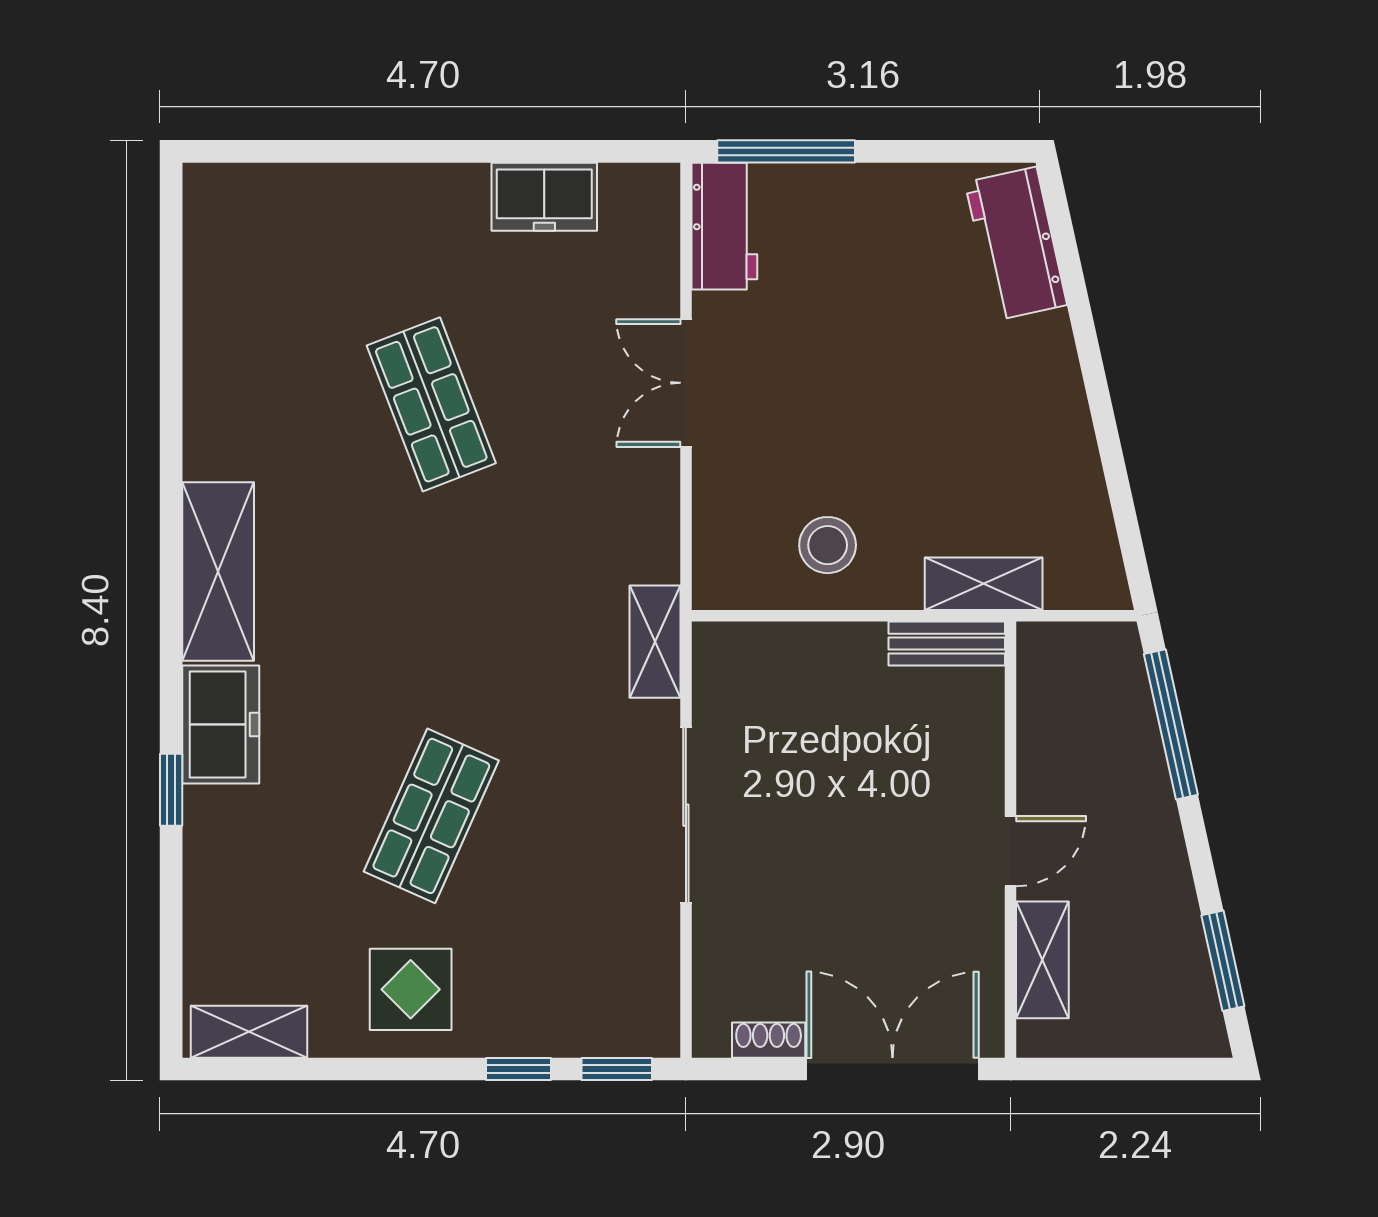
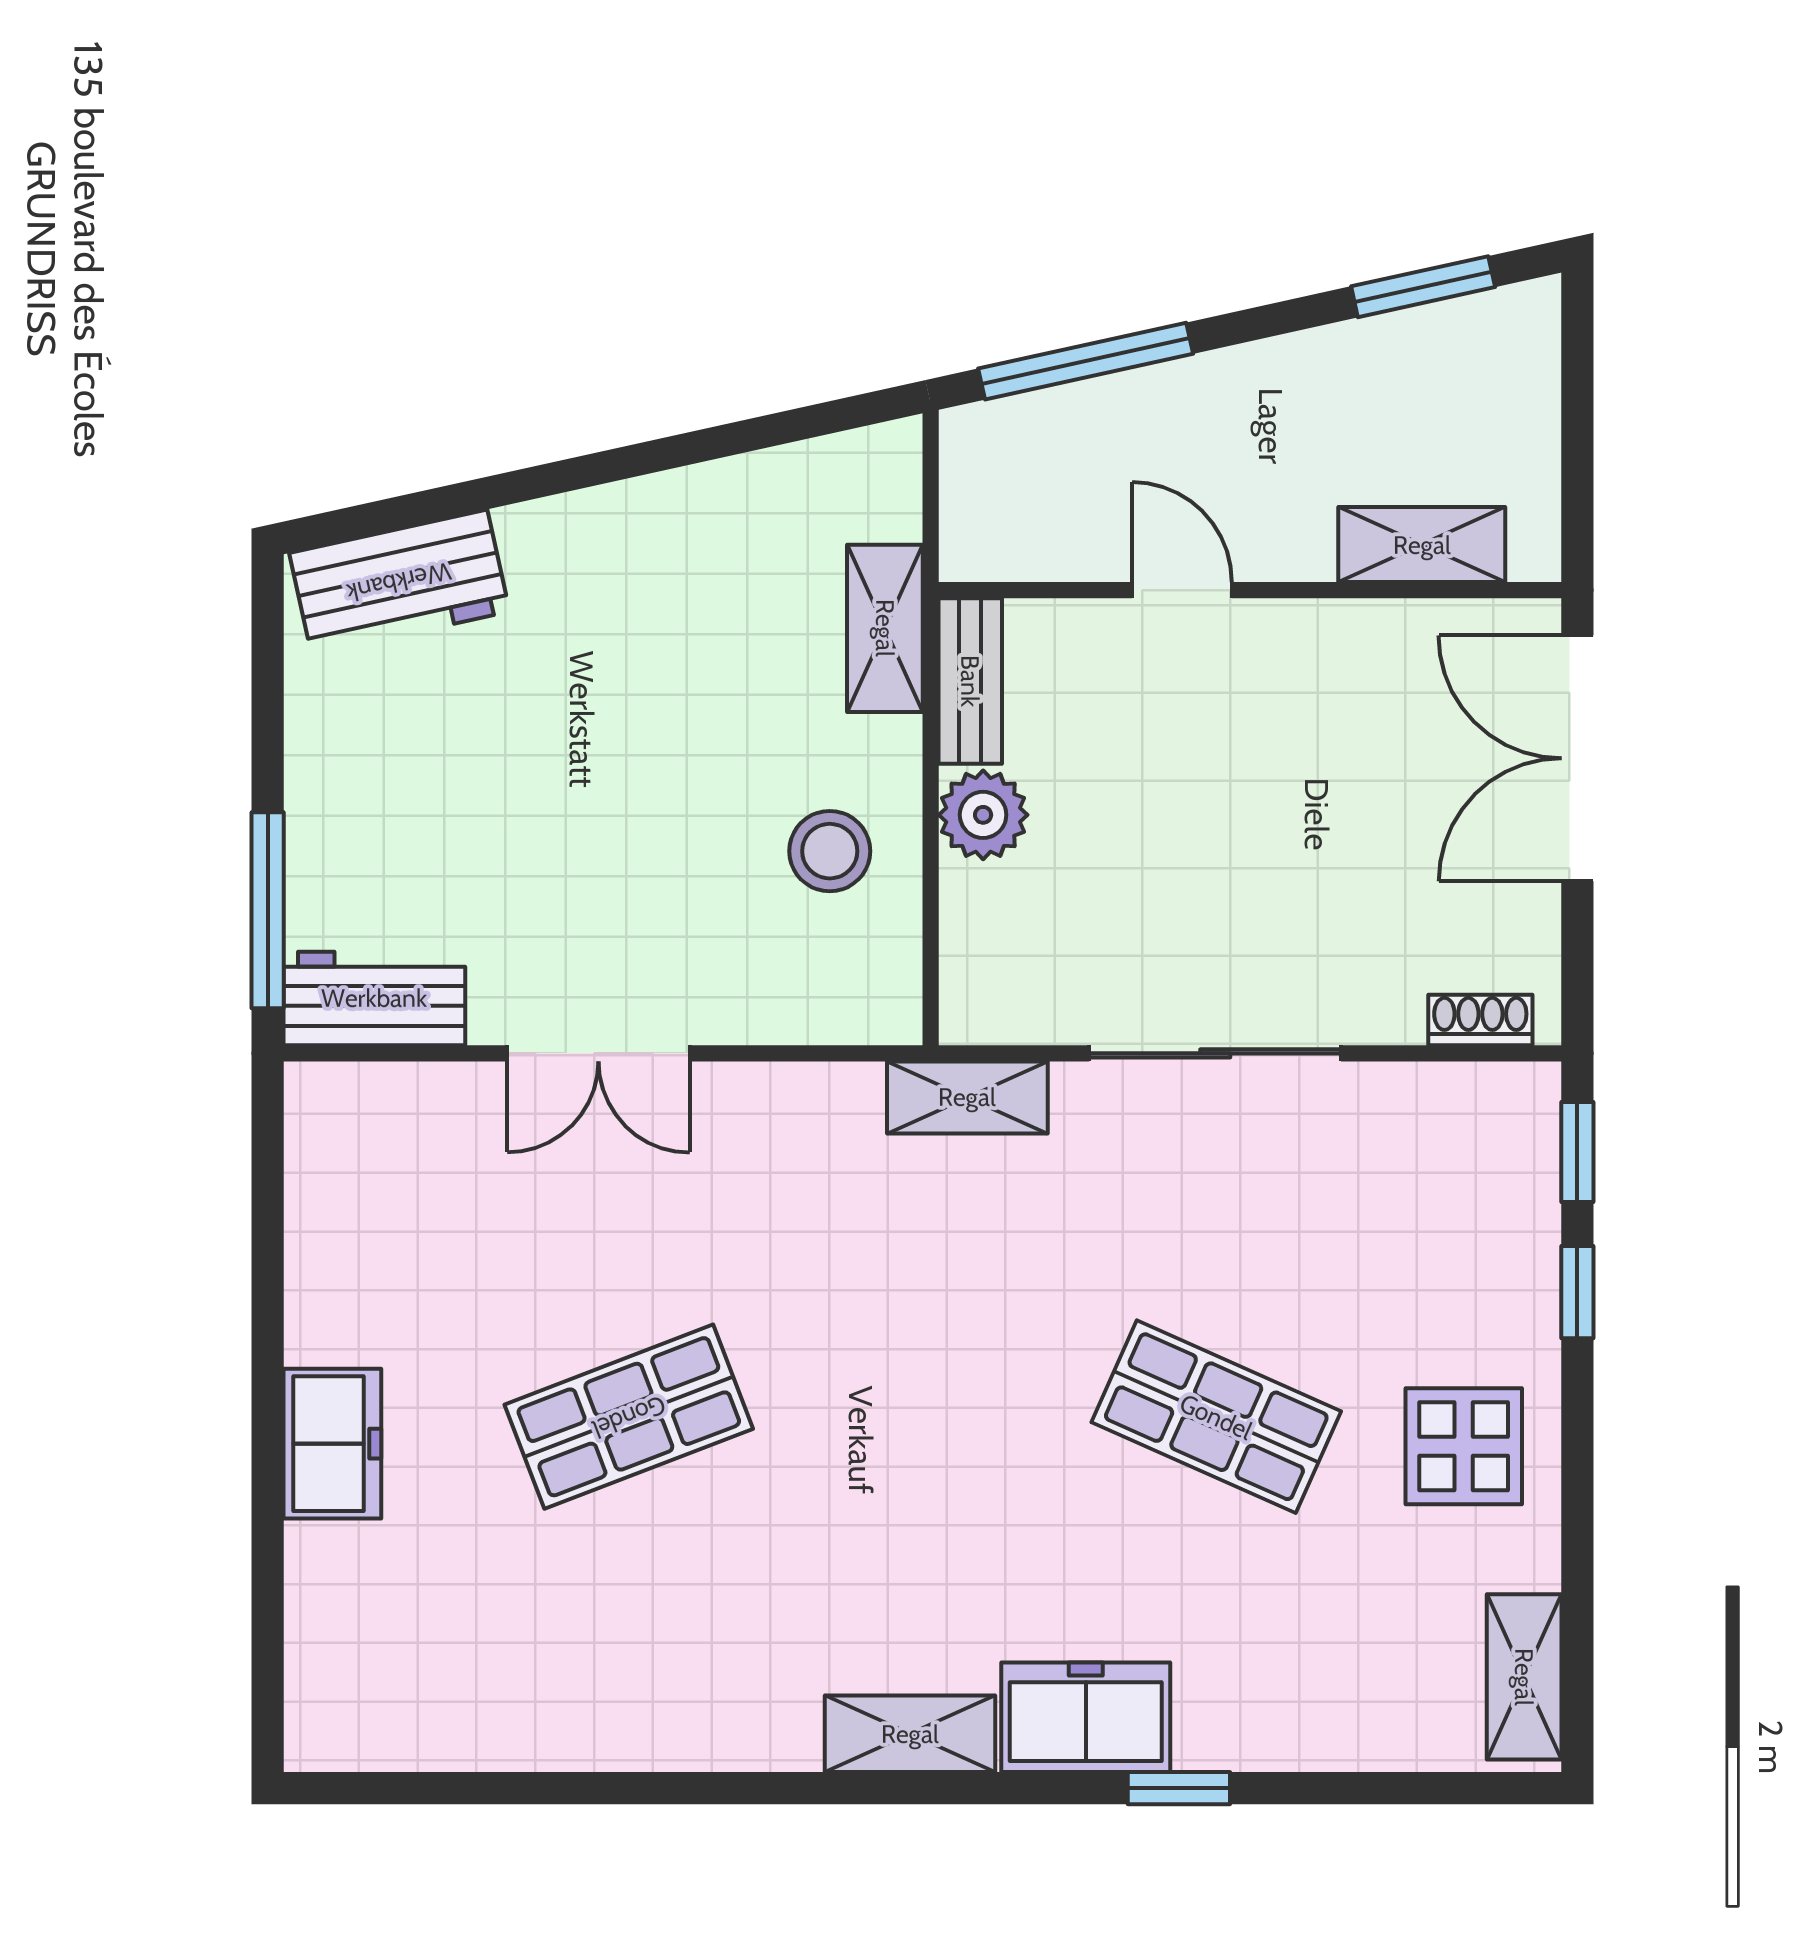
freezer: (544, 197) -> (332, 1444), moved
shelving: (218, 571) -> (910, 1734), width x0.67, depth x0.75
plant: (853, 653) -> (983, 815), added
door: (1010, 851) -> (1182, 590), moved
shoe rack: (769, 1040) -> (1480, 1020), moved, turned 90

